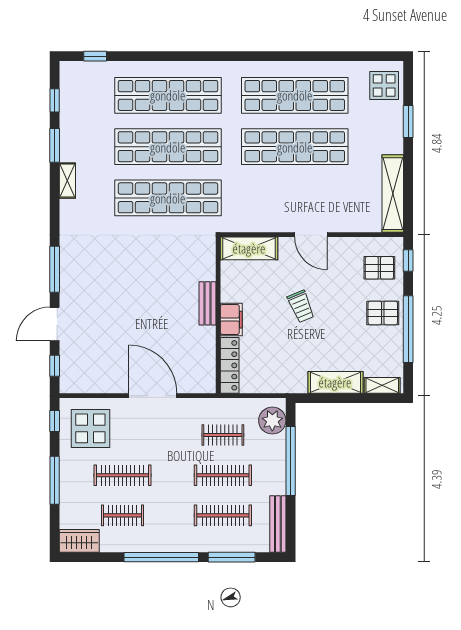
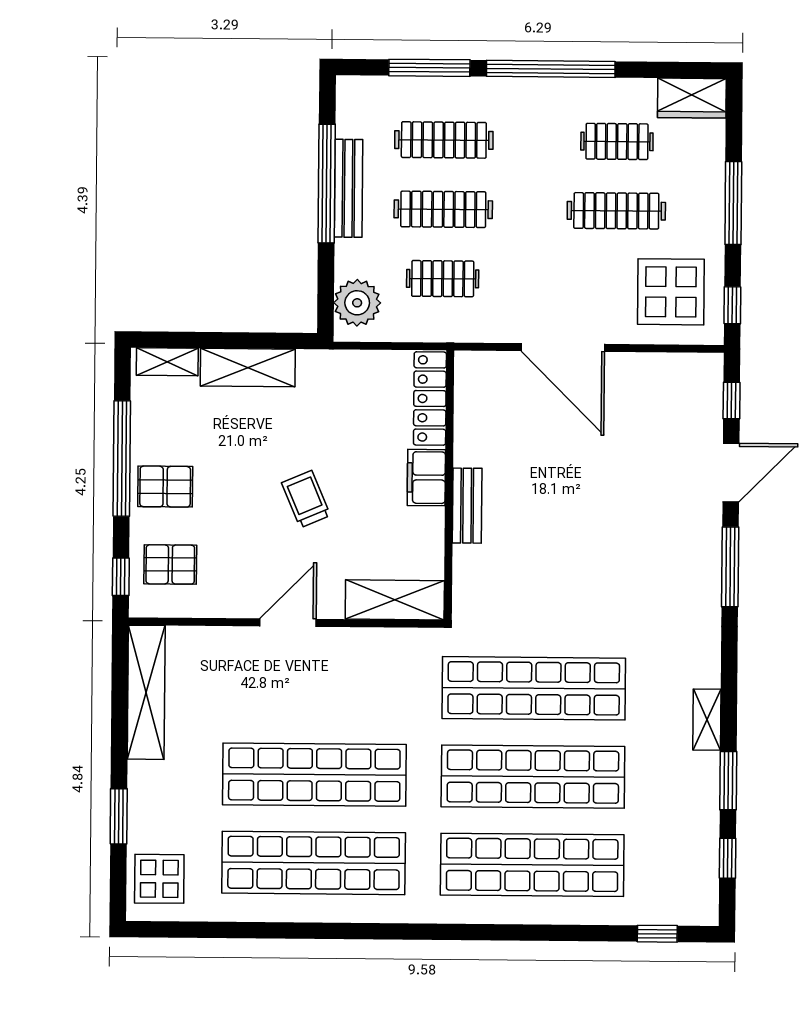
door: (311, 235) -> (288, 623), hinge flipped
window: (291, 461) -> (327, 184), moved
bench: (278, 524) -> (348, 188), moved

